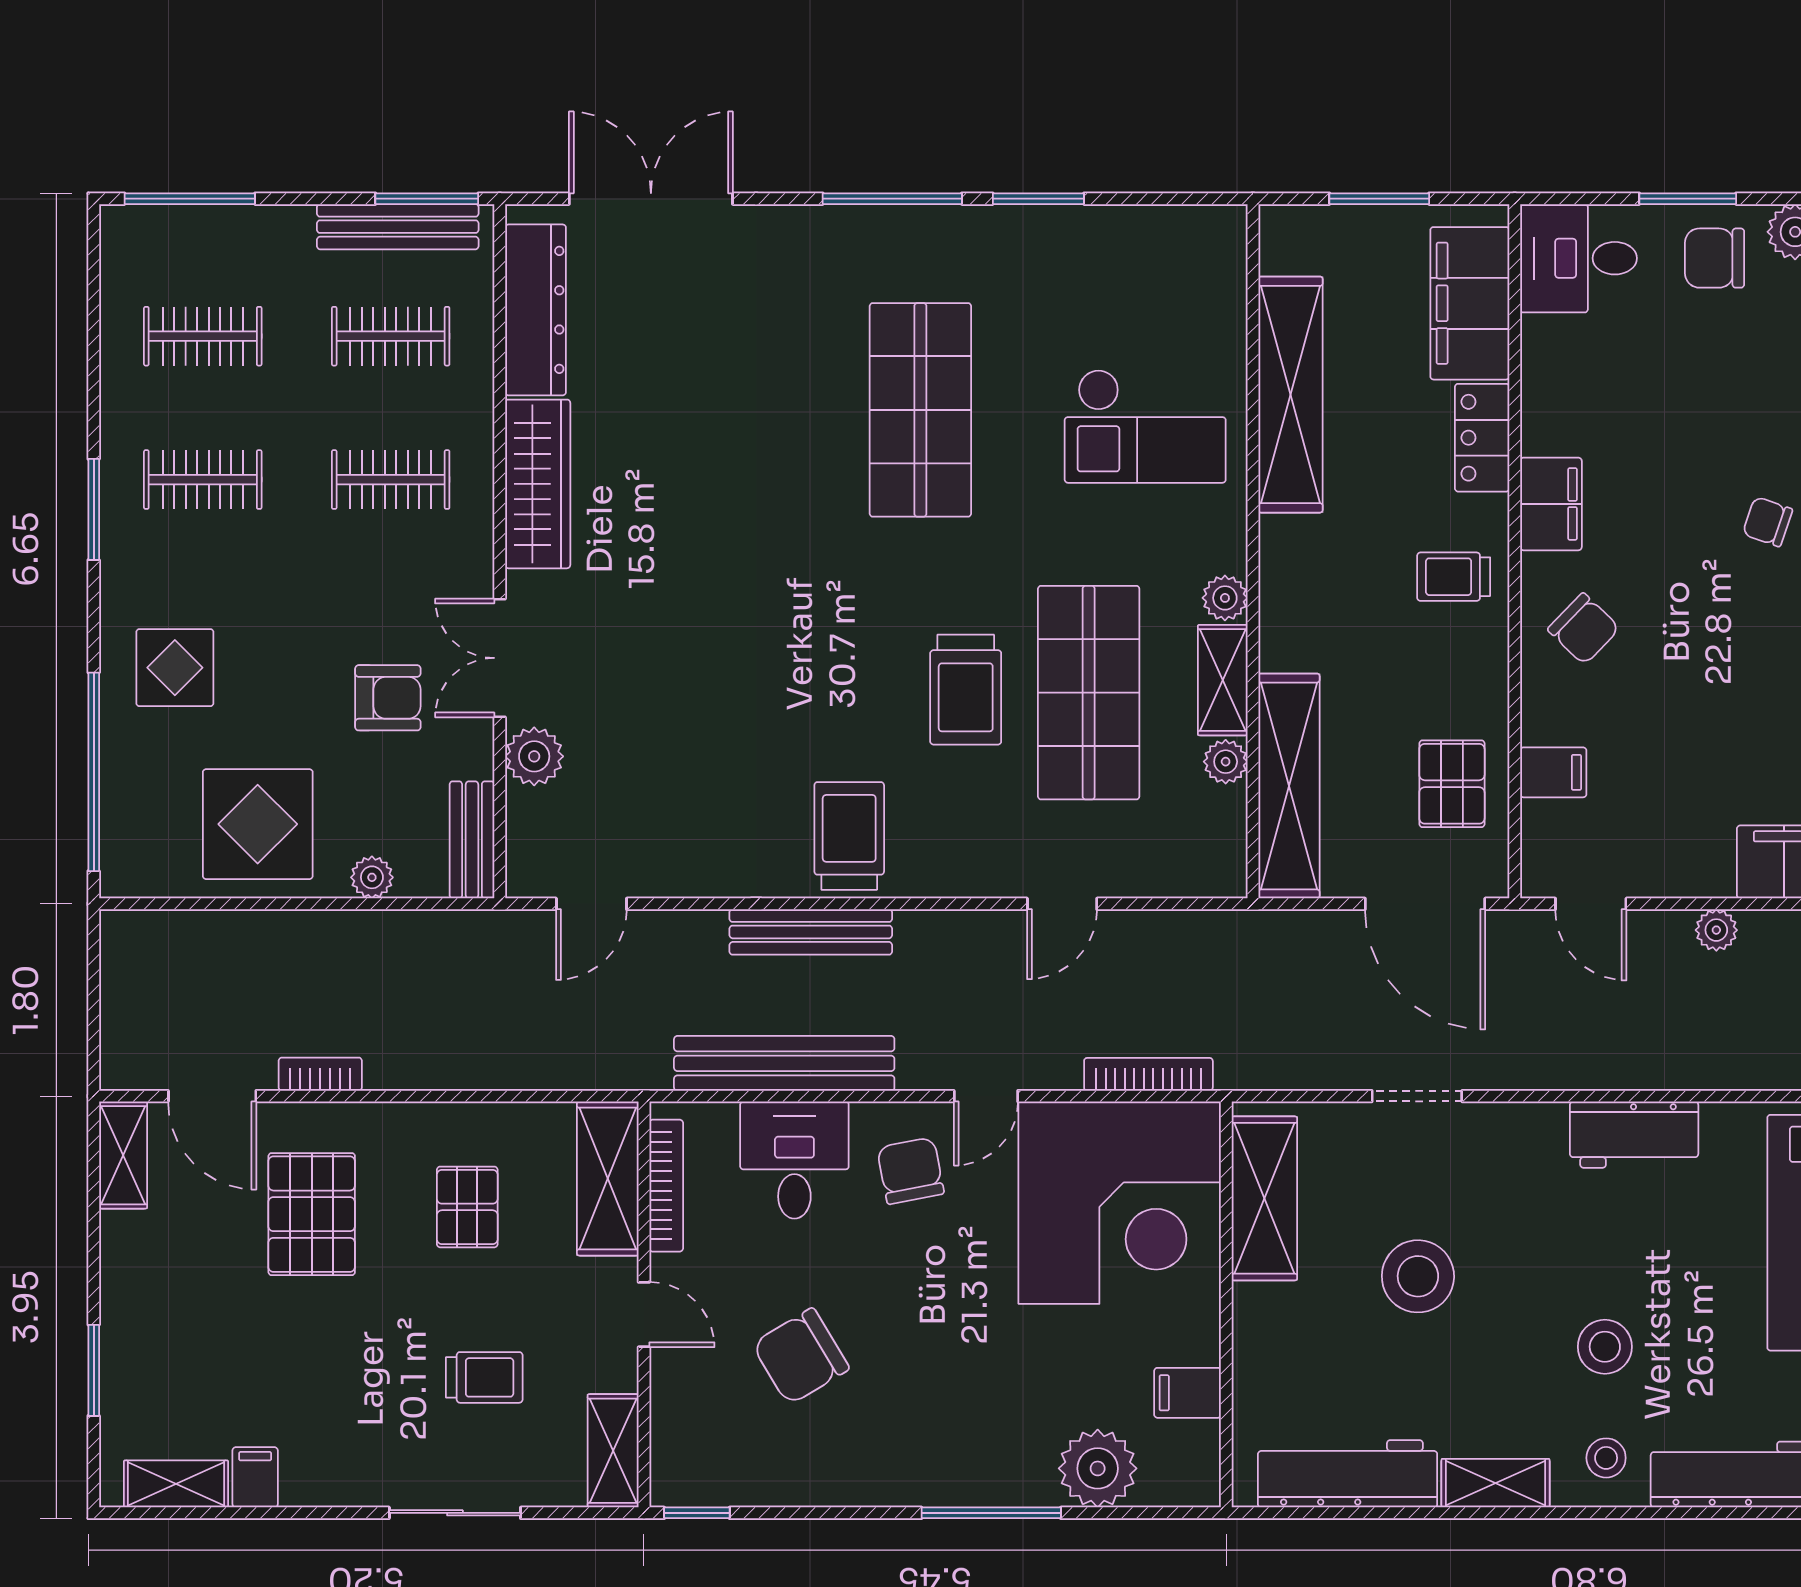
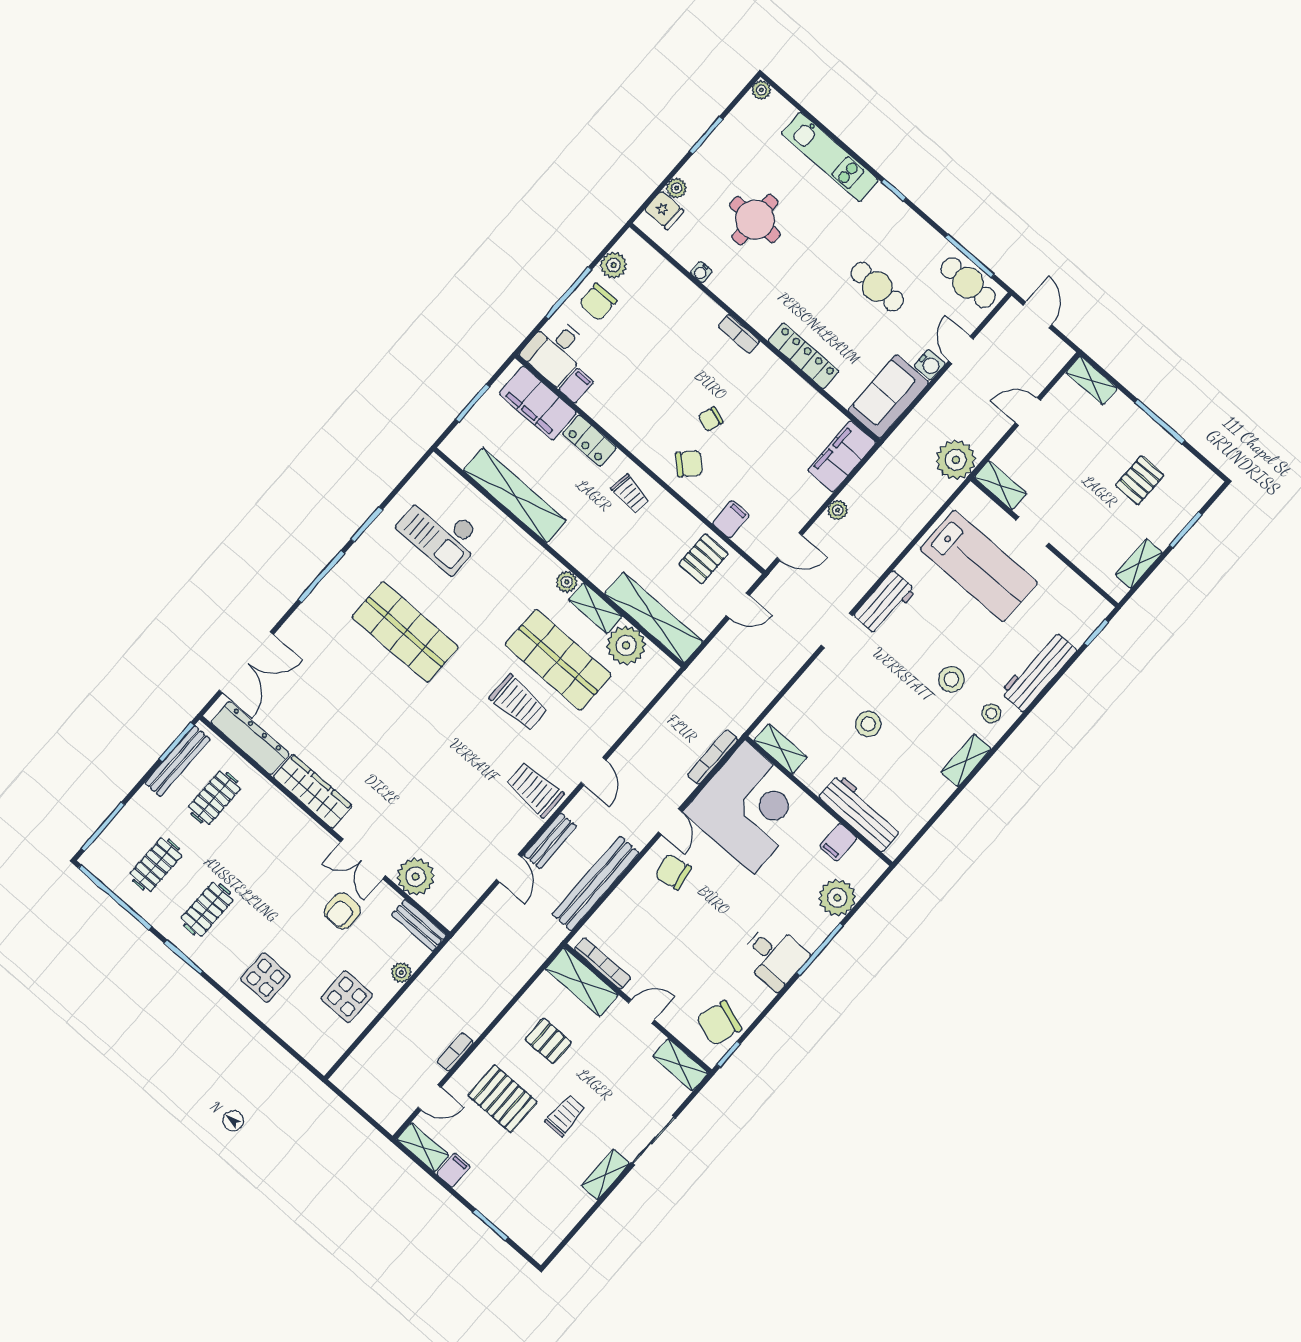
double door: (651, 199) -> (246, 662), swing flipped
window: (1688, 199) -> (568, 293), width x1.44
checkout: (1145, 426) -> (441, 532), moved, turned 90
clothes rail: (391, 480) -> (265, 842), removed
filing cabinet: (1551, 504) -> (576, 386), moved, width x0.50
chair: (1767, 522) -> (711, 419), moved
trolley: (1454, 577) -> (630, 494), turned -82
armchair: (388, 698) -> (342, 911), turned 180
plant: (534, 756) -> (416, 877), width x1.36, depth x1.36
plant: (1226, 762) -> (626, 645), width x1.87, depth x1.87
window: (94, 772) -> (115, 897), moved
pallet: (1452, 784) -> (703, 559), turned 90
display table: (258, 824) -> (347, 997), width x0.73, depth x0.73
door: (591, 904) -> (509, 868), moved
door: (1062, 904) -> (593, 771), moved
door: (1425, 904) -> (738, 606), width x0.53
bench: (811, 932) -> (550, 841), width x0.73
door: (212, 1096) -> (430, 1097), width x0.73
doorway: (1417, 1096) -> (837, 630), moved
desk: (794, 1160) -> (774, 956), moved, turned 180
shelving: (1264, 1198) -> (781, 749), width x0.67, depth x0.75
stool: (1418, 1276) -> (868, 724), width x0.73, depth x0.73
chair: (801, 1356) -> (719, 1023), moved, turned 50
trolley: (484, 1377) -> (565, 1116), moved
workbench: (1348, 1474) -> (860, 813), moved, turned 90
filing cabinet: (255, 1477) -> (453, 1170), moved, turned 90
shelving: (176, 1484) -> (606, 1174), moved

